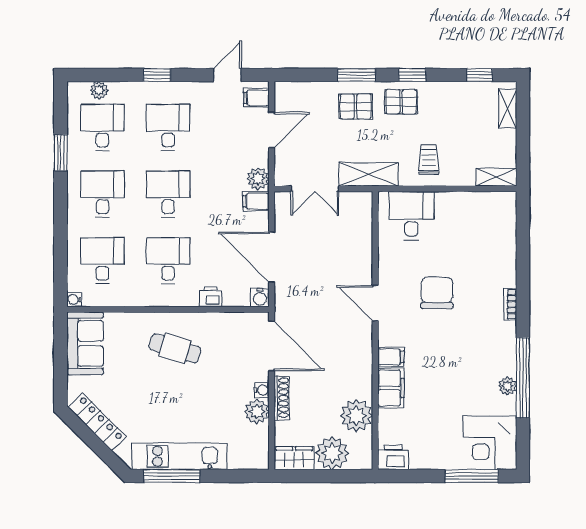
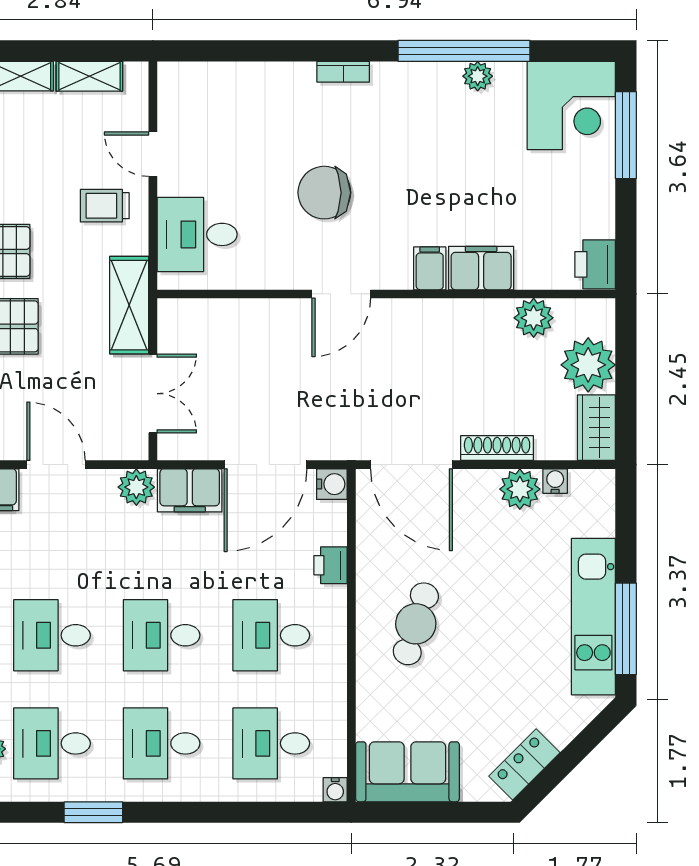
shelving: (496, 177) -> (89, 76), moved, turned 90
door: (460, 189) -> (153, 154), added
filing cabinet: (256, 201) -> (190, 490), width x2.00
door: (272, 346) -> (412, 465), swing flipped
water cooler: (262, 390) -> (555, 481), moved
plant: (356, 416) -> (534, 318), width x0.73, depth x0.73
locker: (97, 422) -> (524, 764), width x0.66

